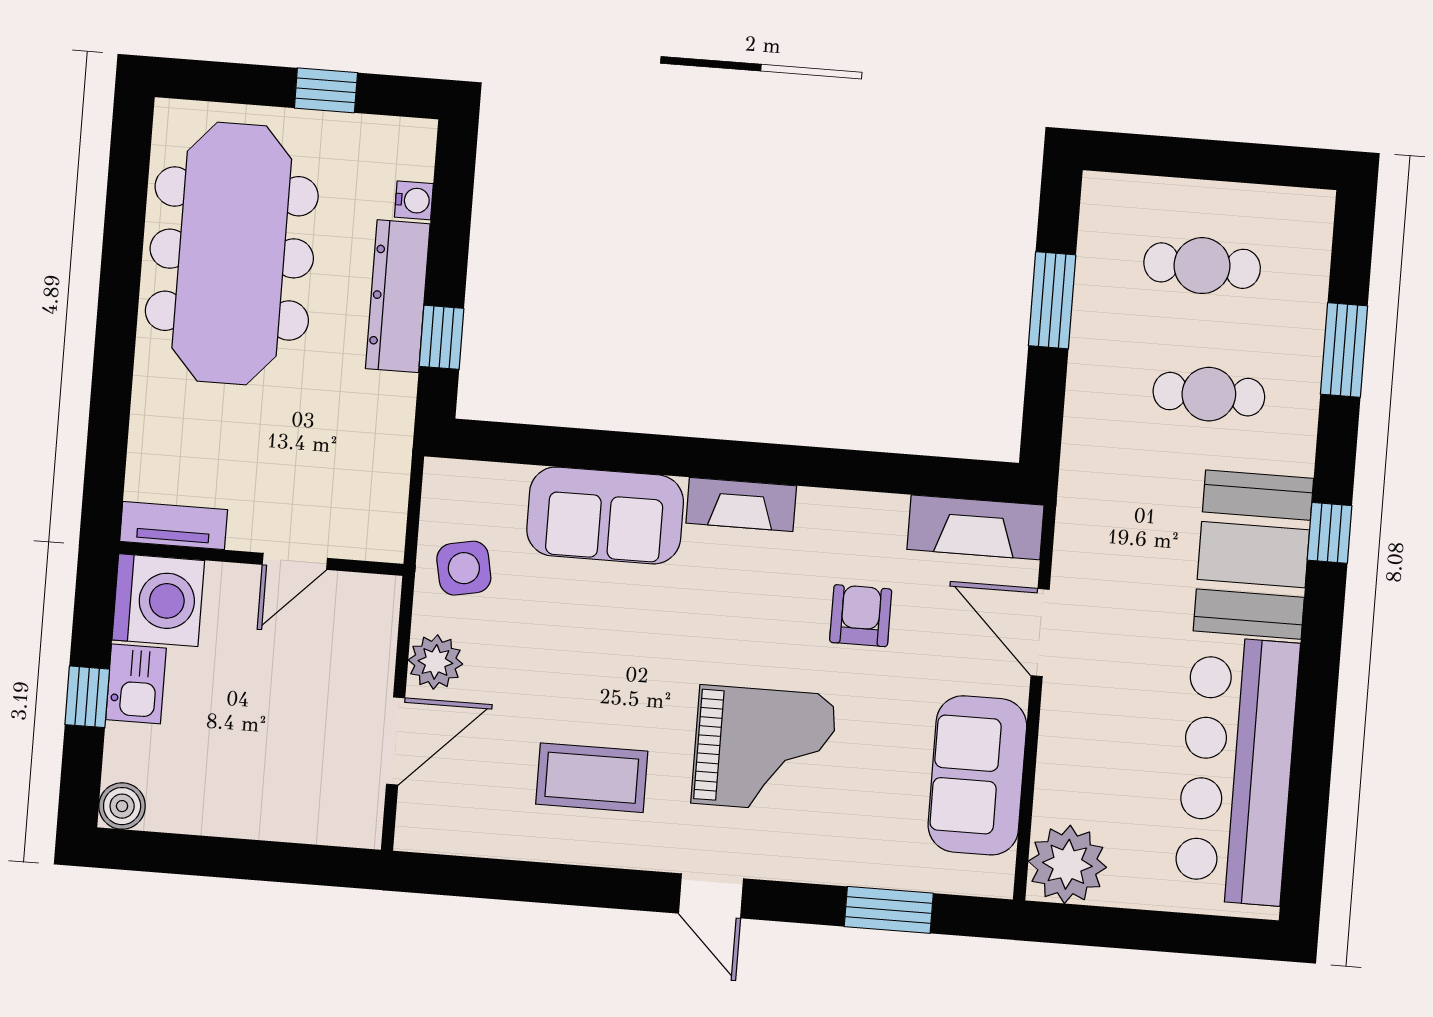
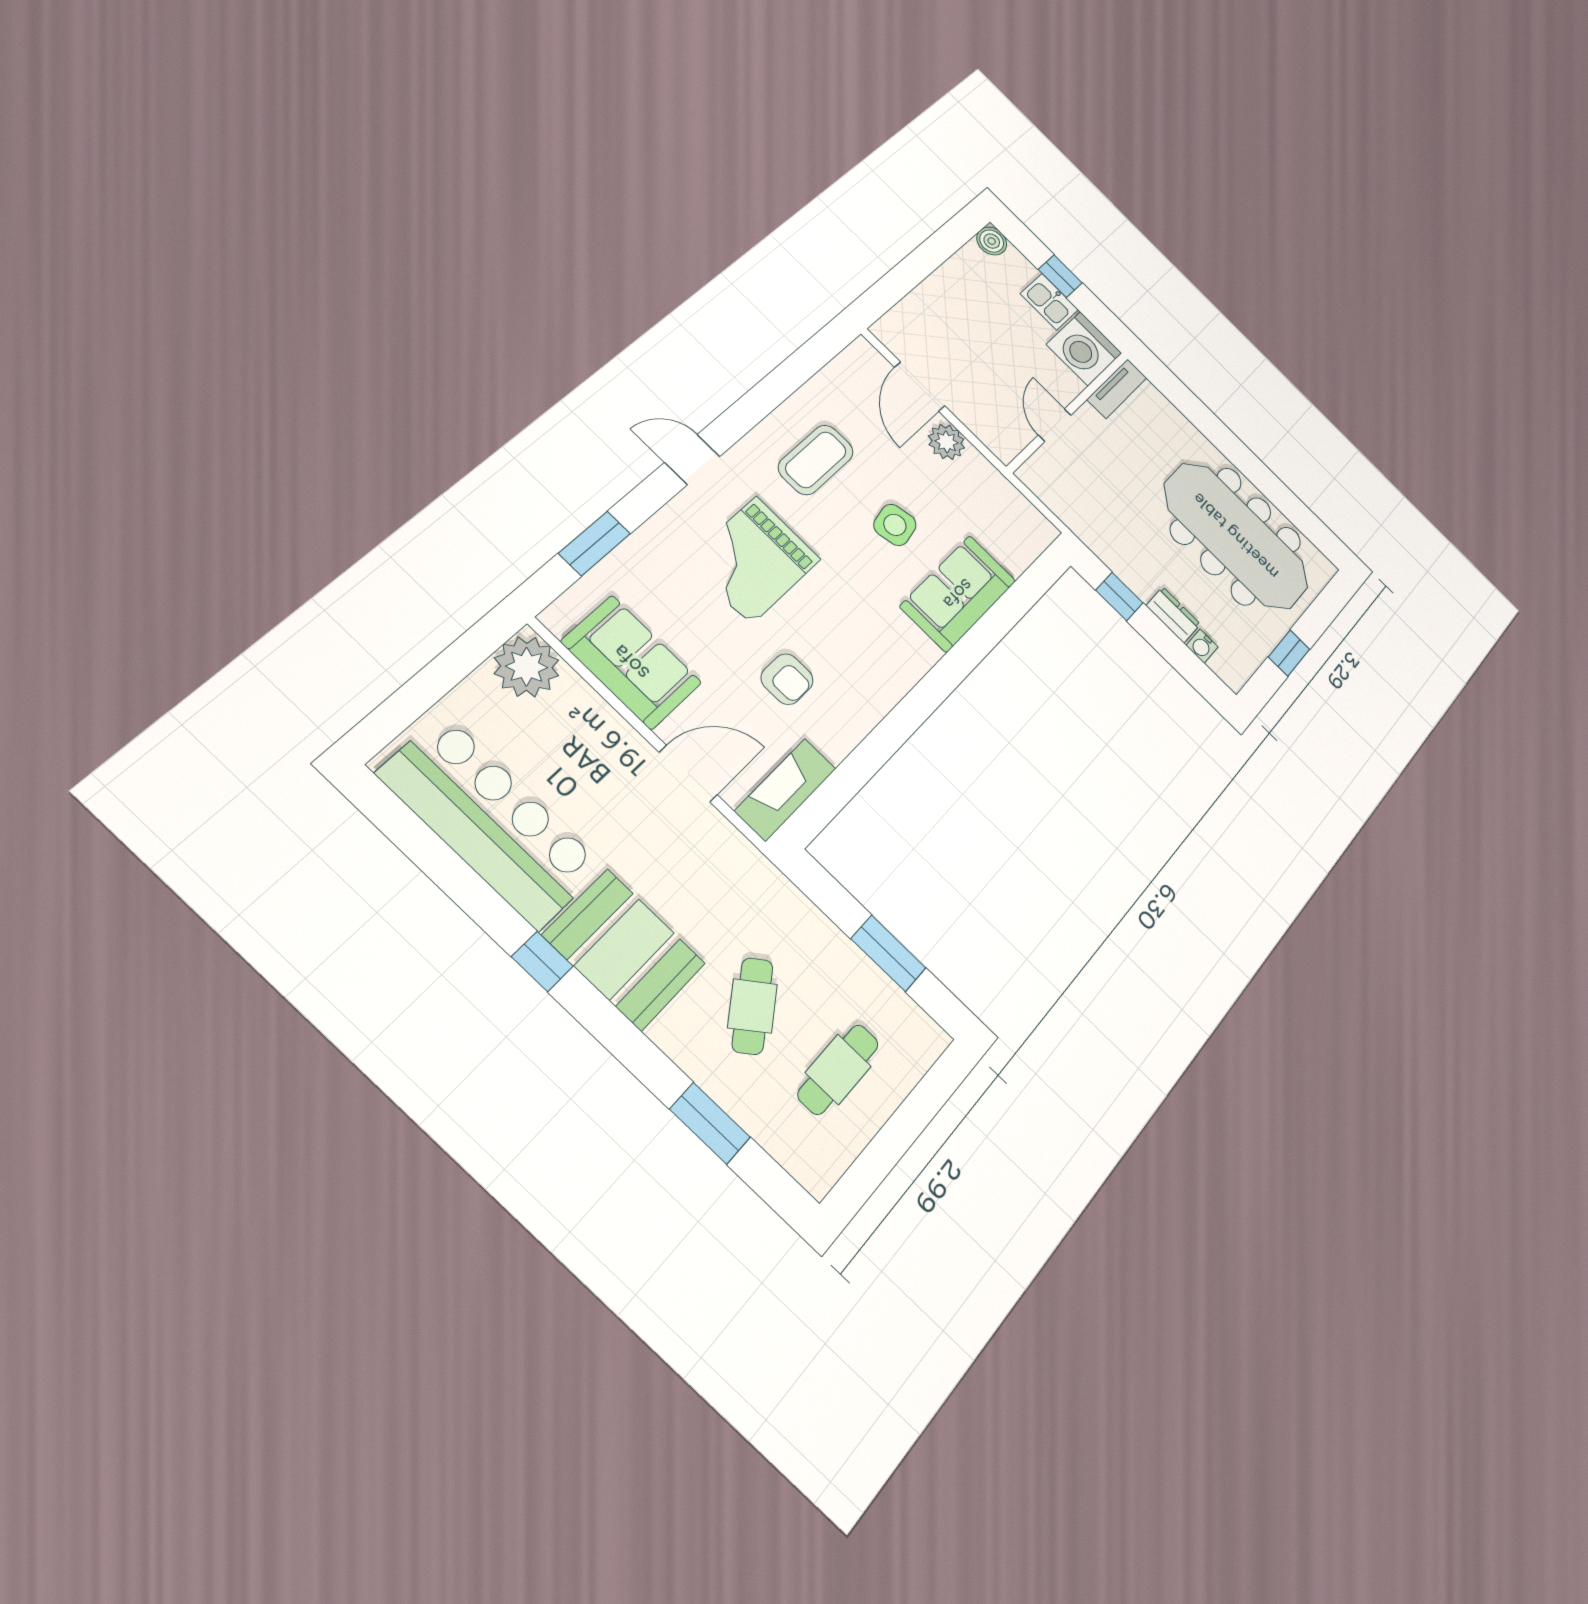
dresser: (398, 296) -> (1173, 615), width x0.51, depth x0.80
cafe table: (1209, 394) -> (753, 1006), turned -36
fireplace: (741, 504) -> (907, 670), removed
window: (1330, 533) -> (542, 961), moved
side table: (464, 568) -> (895, 525), moved

